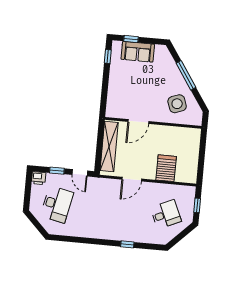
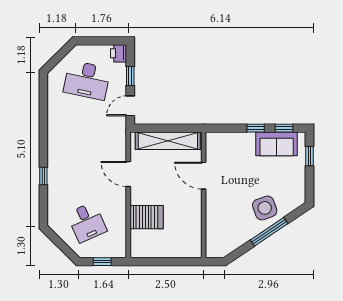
sofa: (138, 52) -> (277, 144), moved, turned -90
window: (106, 78) -> (256, 128), added
side table: (177, 104) -> (265, 208), moved

